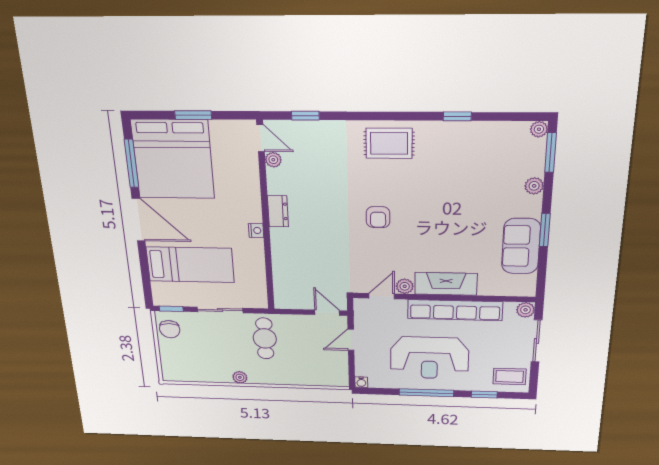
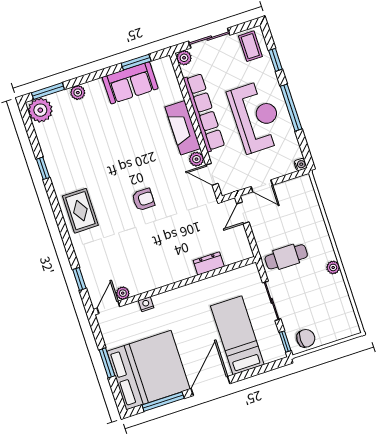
plant: (539, 129) -> (40, 110), width x1.88, depth x1.88
dresser: (278, 211) -> (209, 263), moved
nightstand: (256, 230) -> (146, 304), moved
window: (545, 230) -> (136, 62), moved

